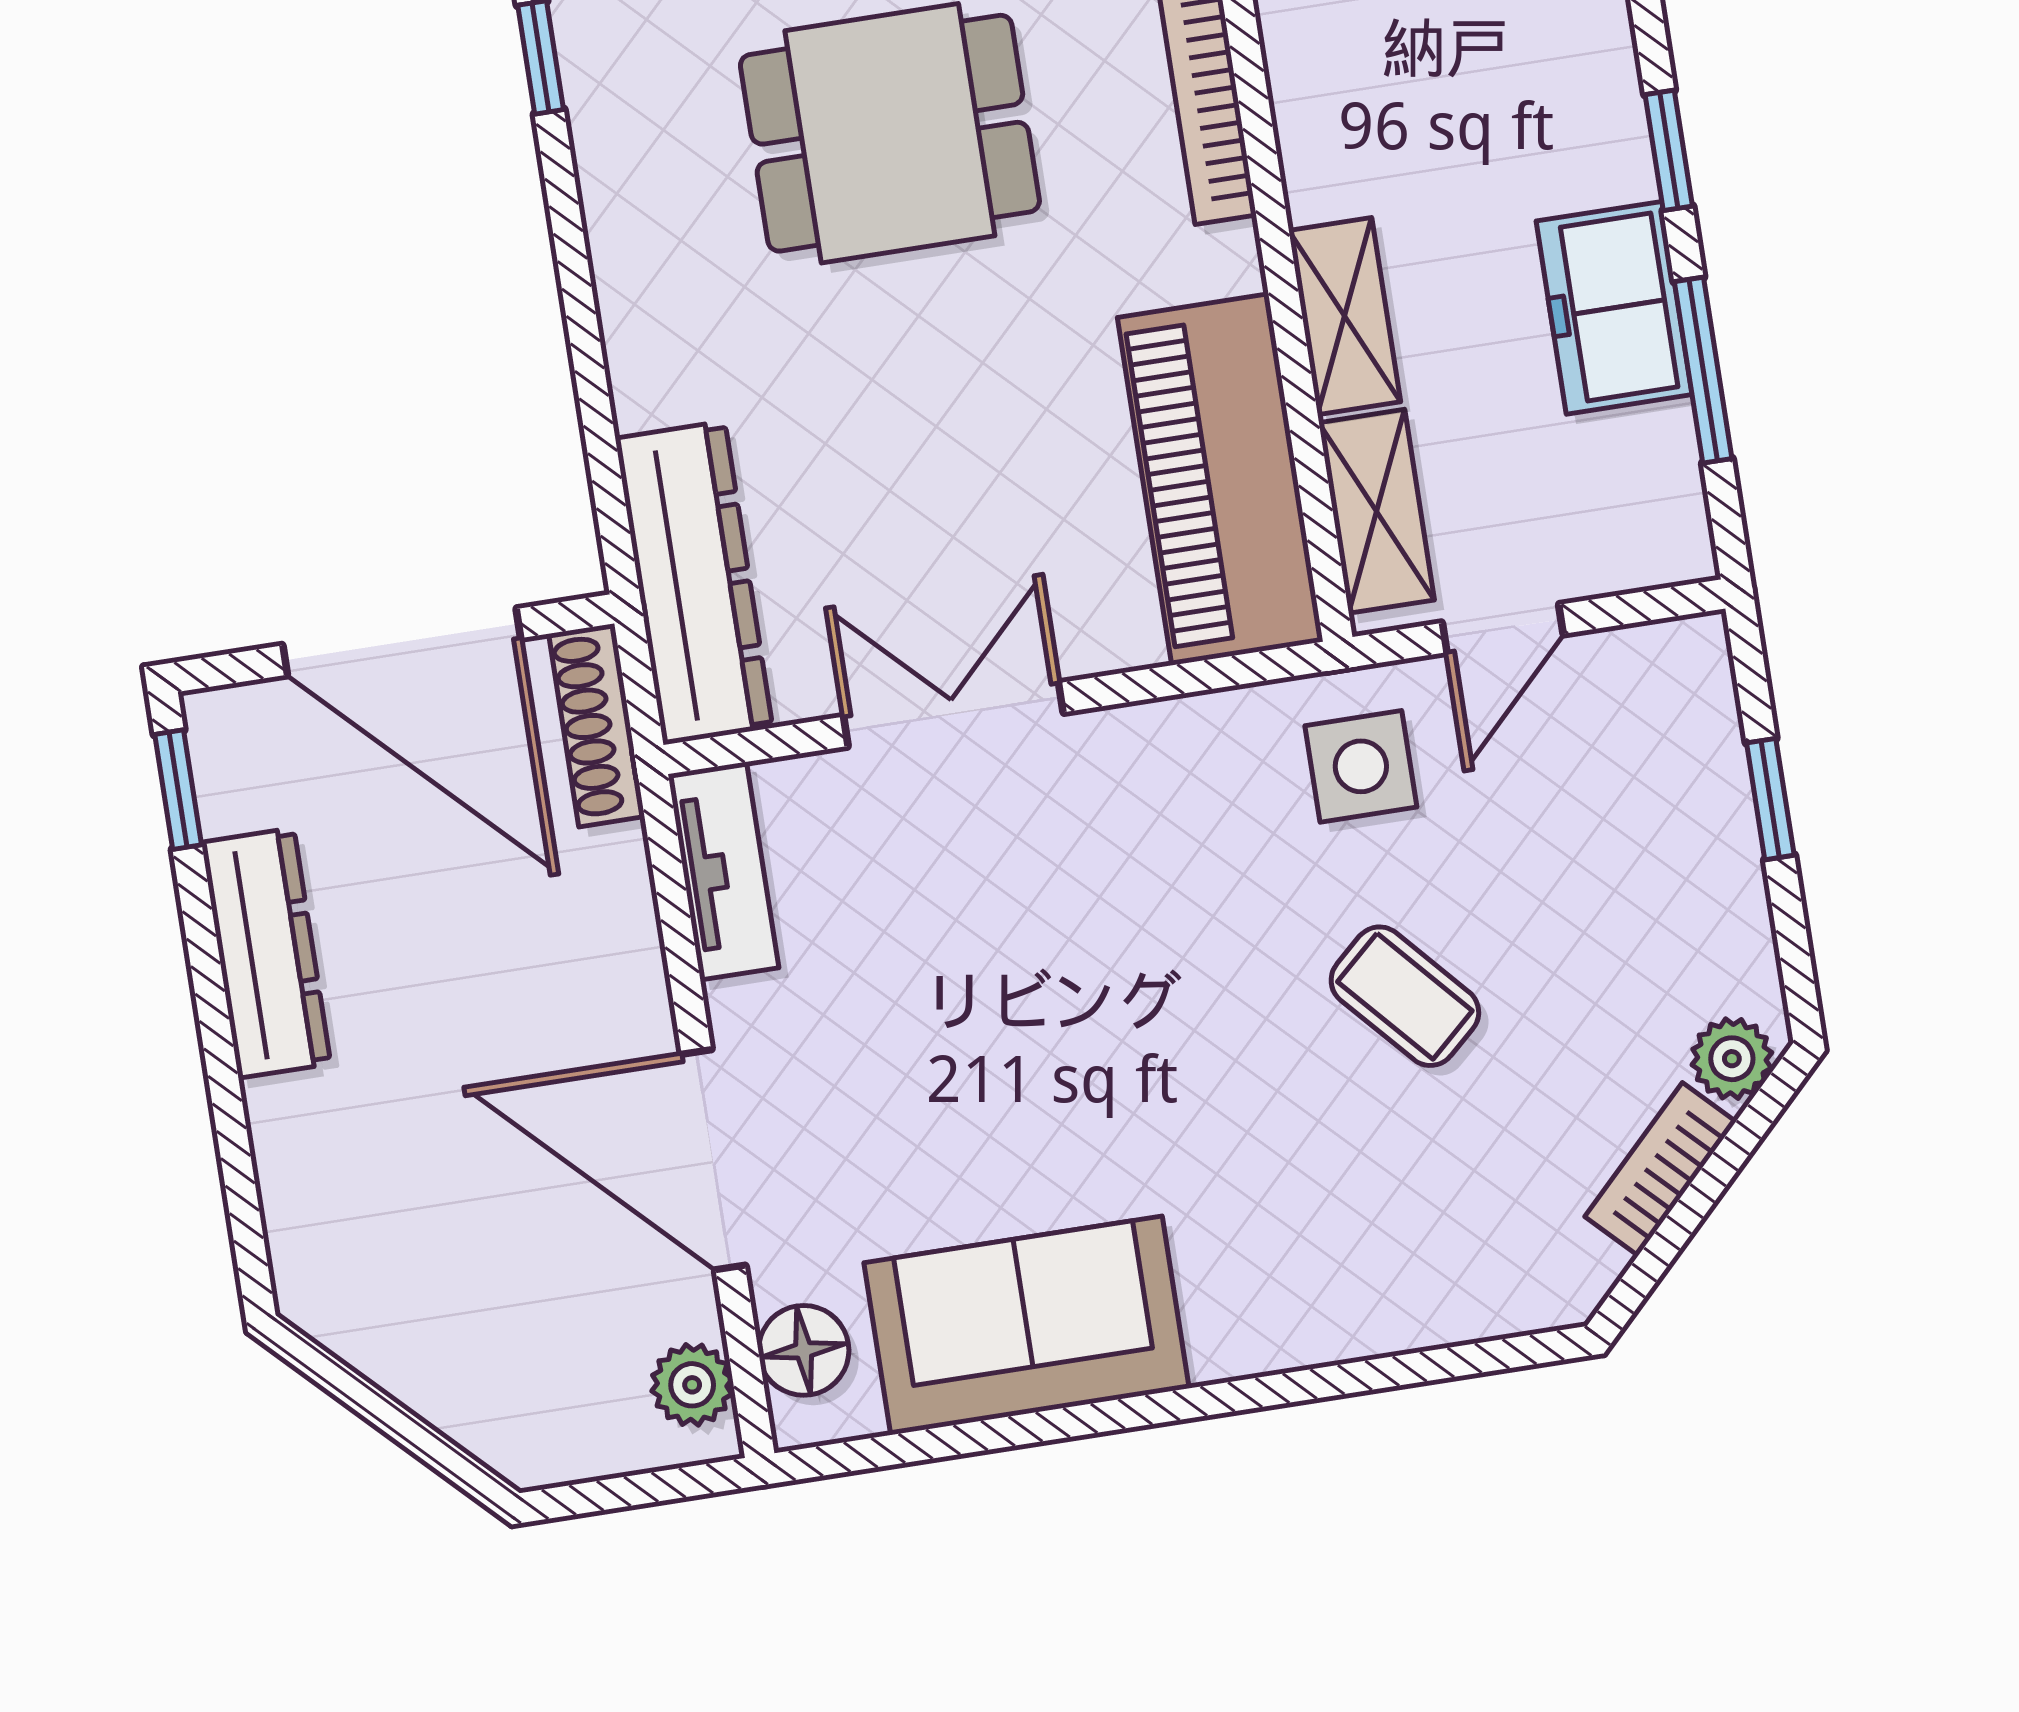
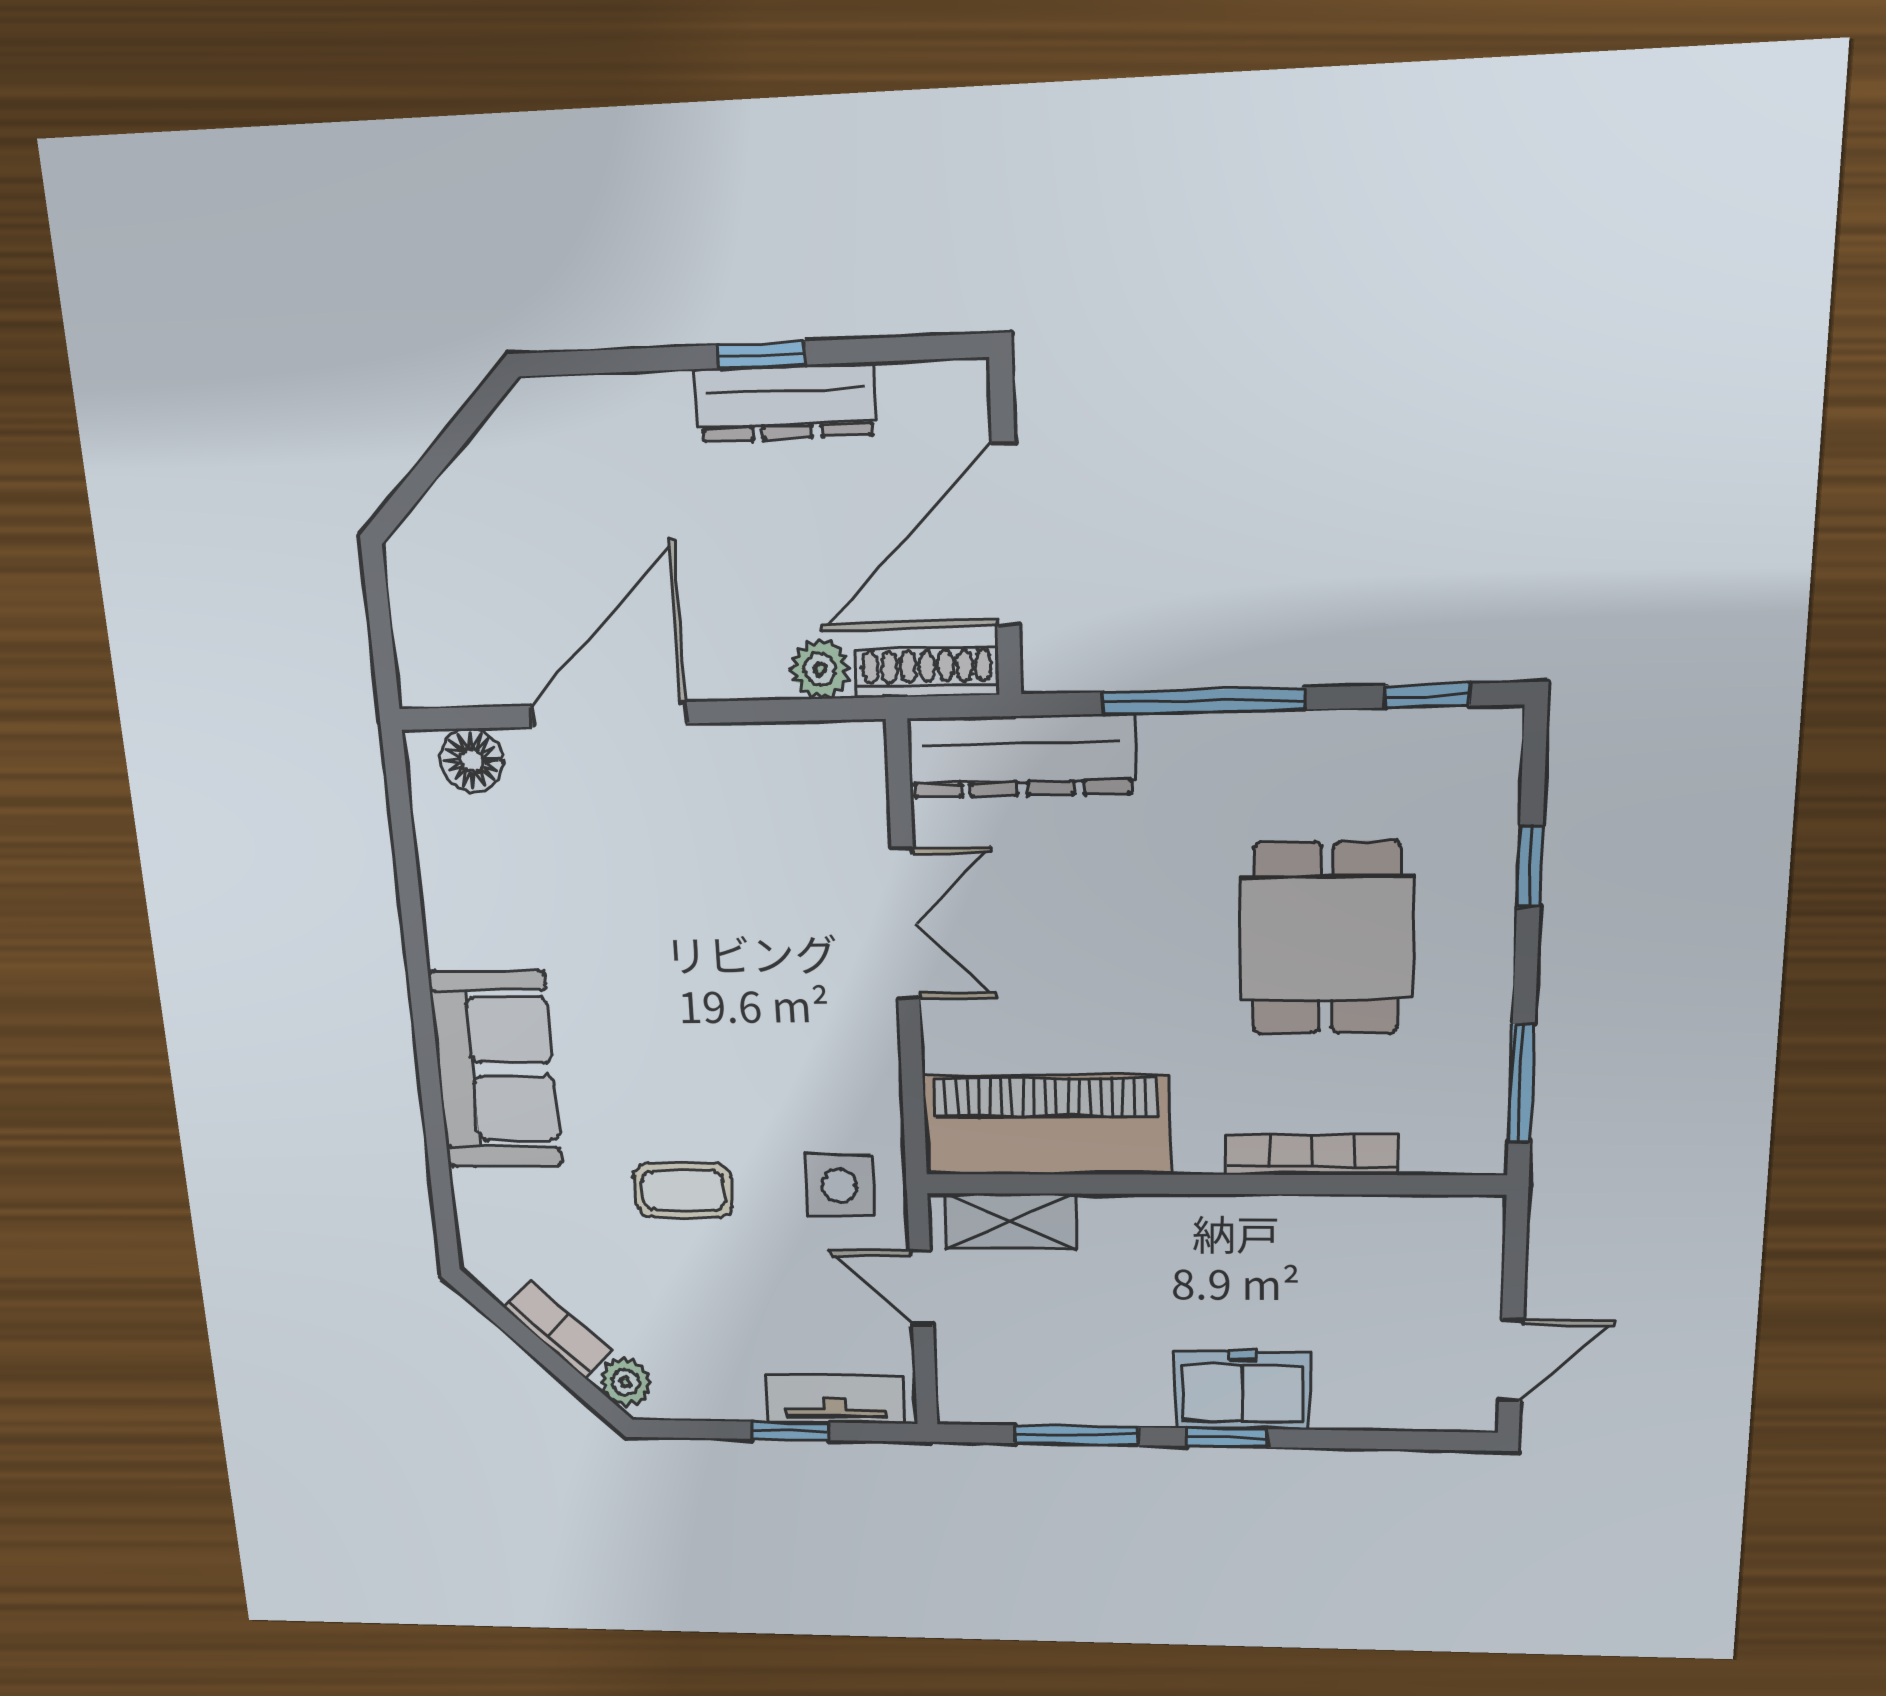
freezer: (1614, 308) -> (1242, 1390), moved
shelving: (1345, 316) -> (1147, 1221), removed
window: (586, 349) -> (1204, 701), added
window: (178, 790) -> (761, 355), moved
tv unit: (723, 871) -> (835, 1399), moved, turned 180
coffee table: (1405, 996) -> (683, 1190), turned 42
sofa: (1027, 1326) -> (496, 1070), moved
plant: (692, 1385) -> (820, 669), moved

